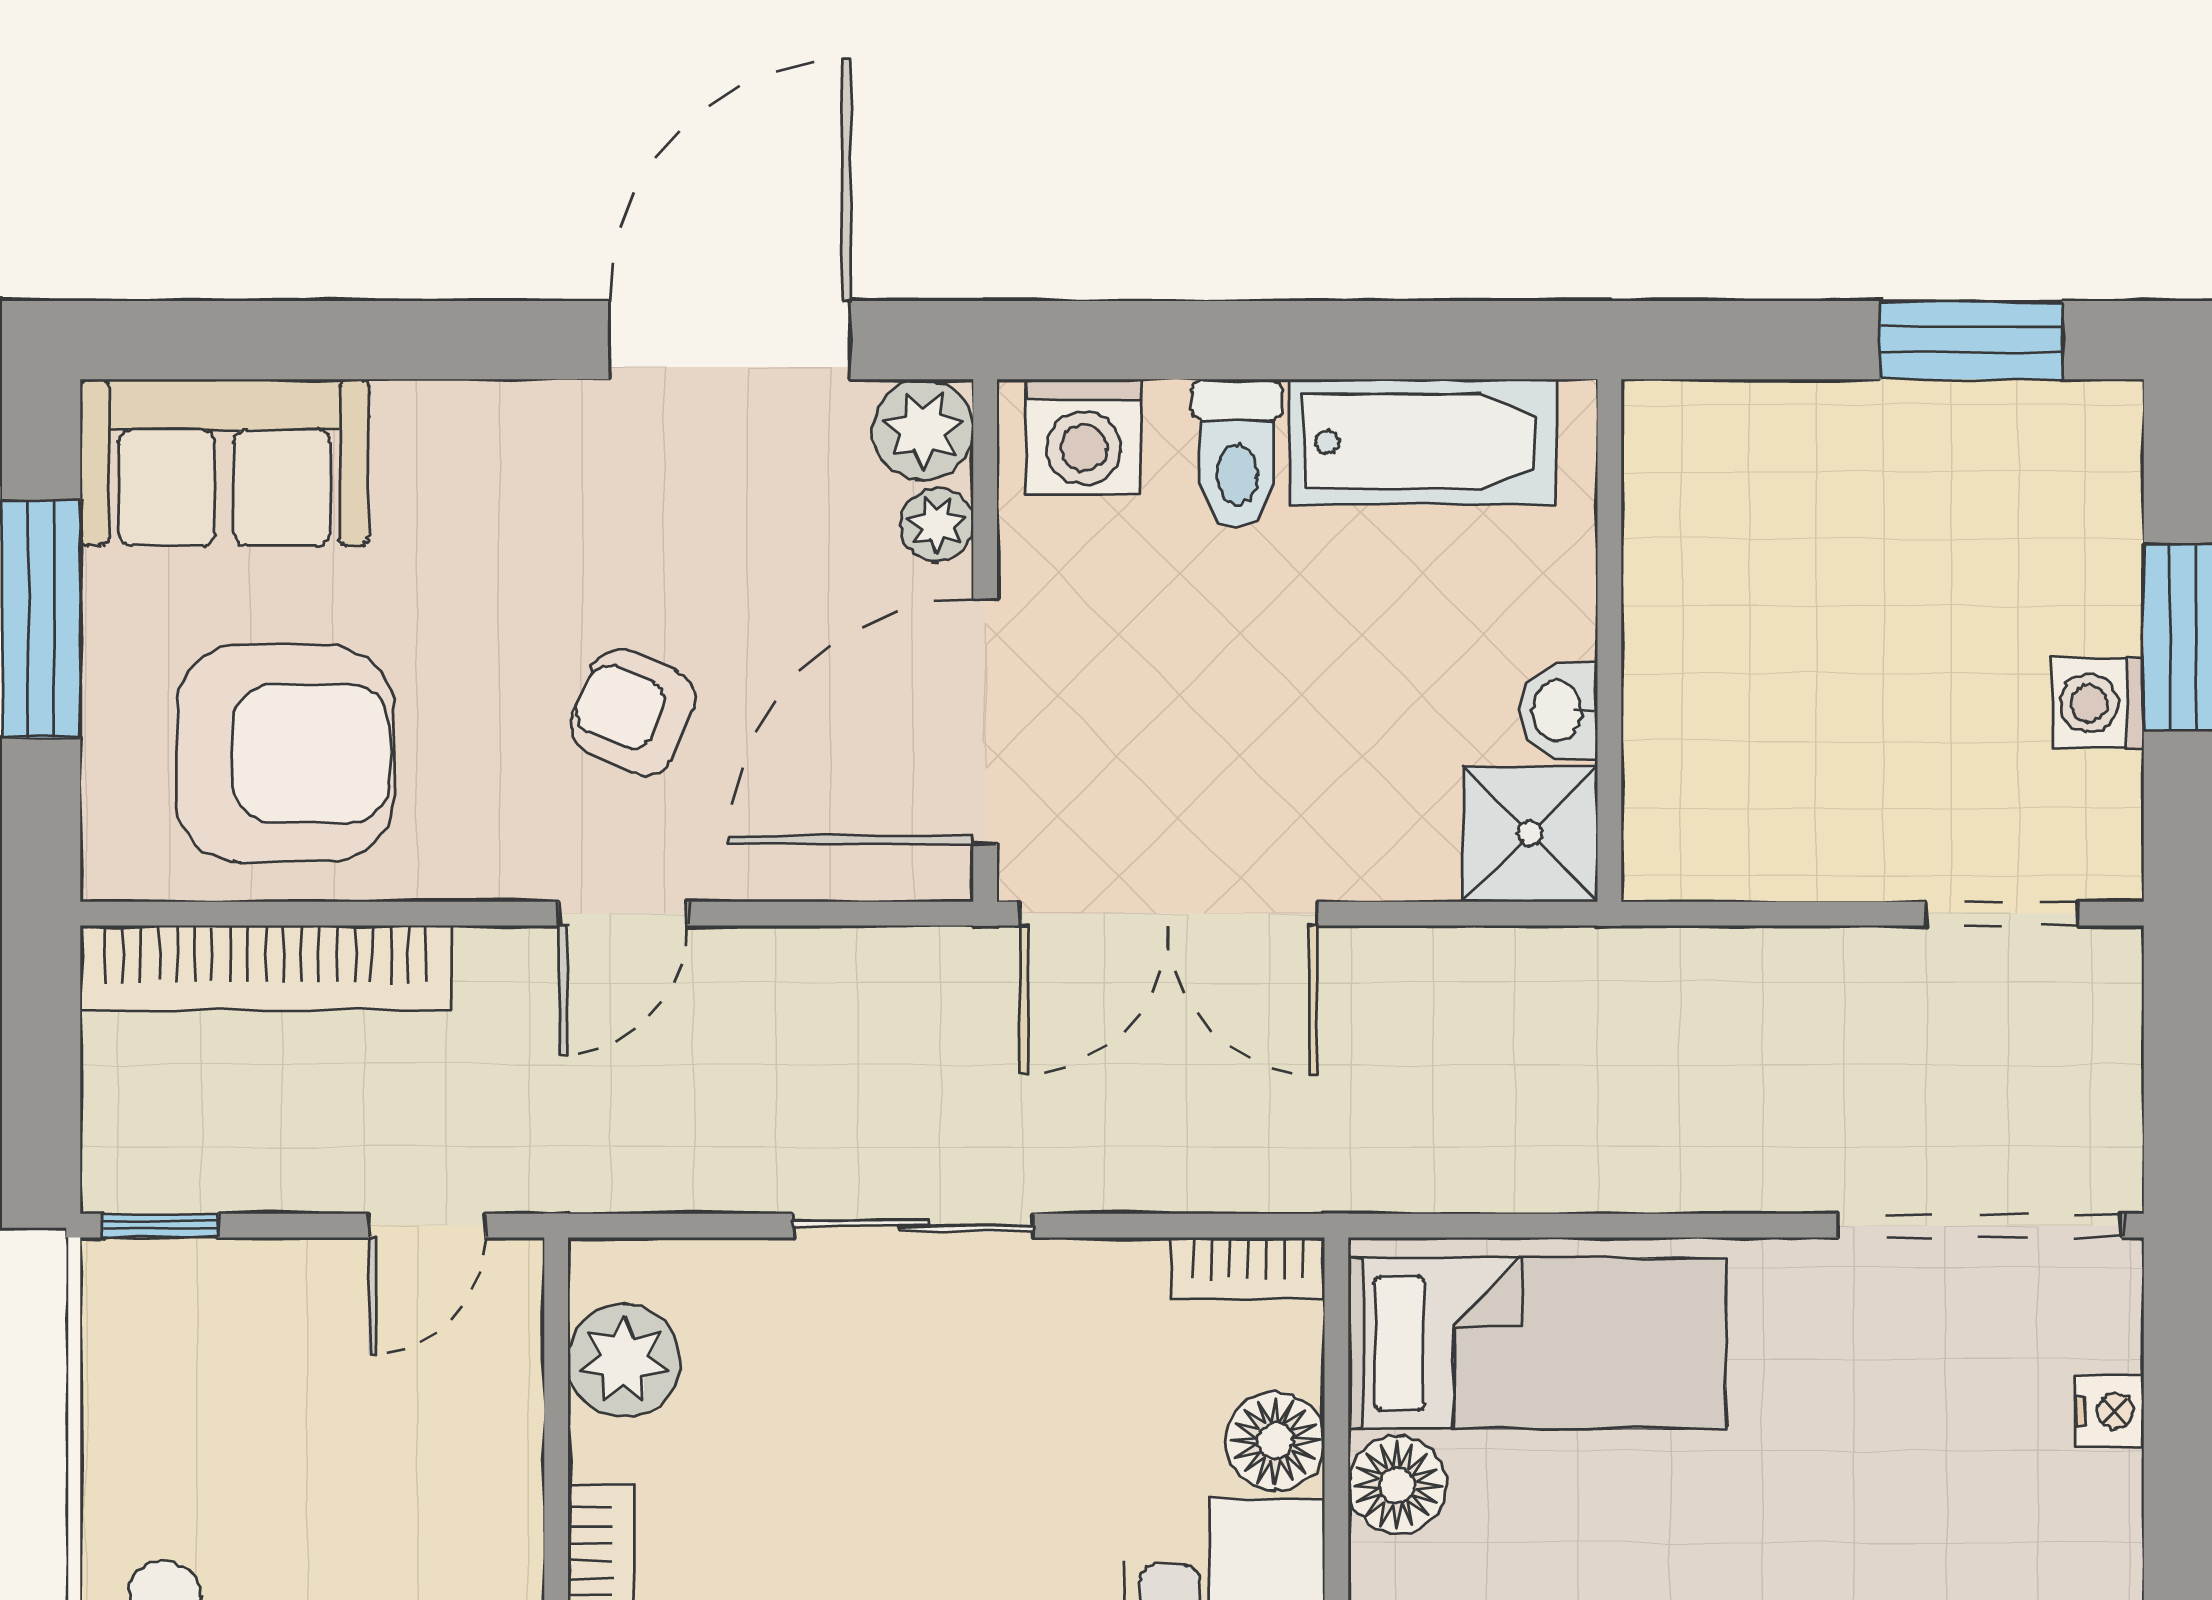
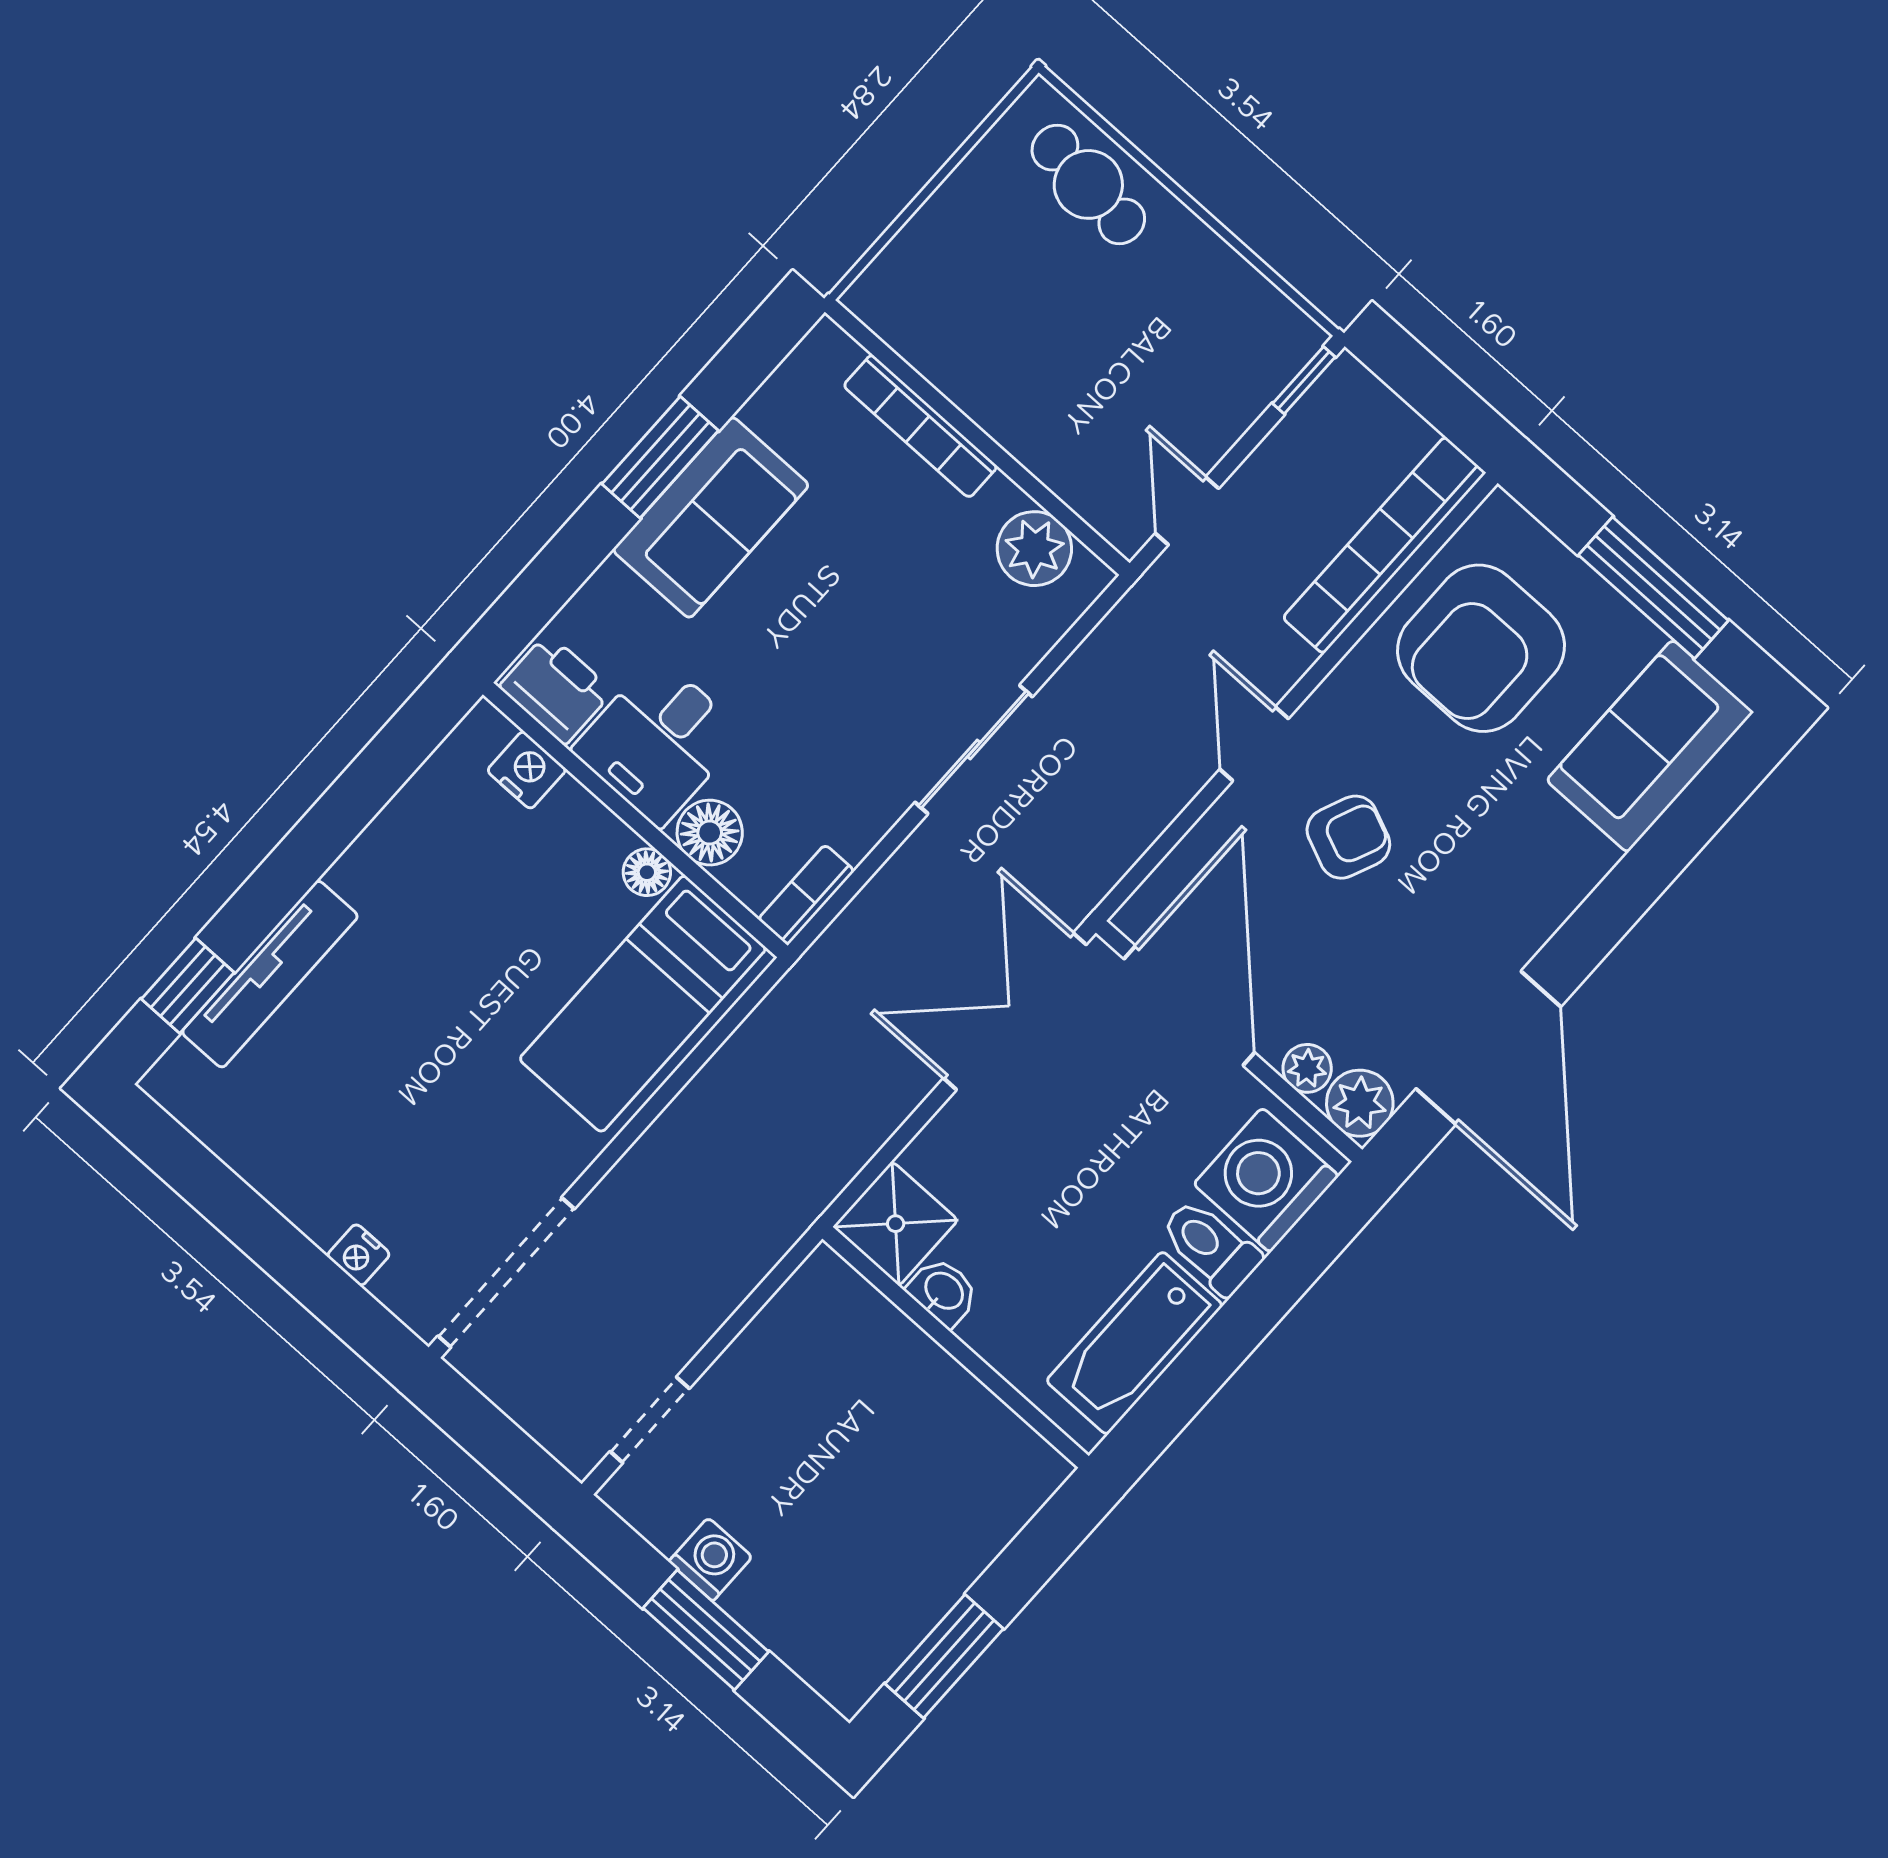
washing machine: (1084, 437) -> (1266, 1180), width x1.37, depth x1.37
floor lamp: (1397, 1485) -> (647, 872), width x0.73, depth x0.73

